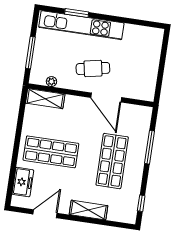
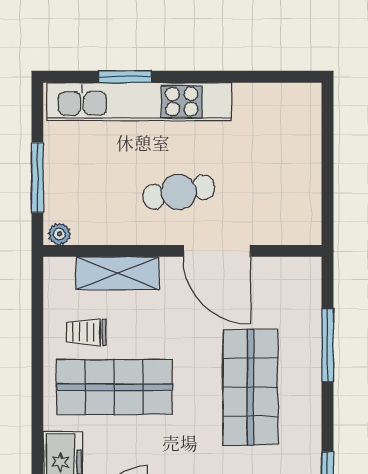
plant: (51, 82) -> (59, 234), moved
shelving: (45, 99) -> (117, 273), moved
trolley: (42, 125) -> (86, 332), added

